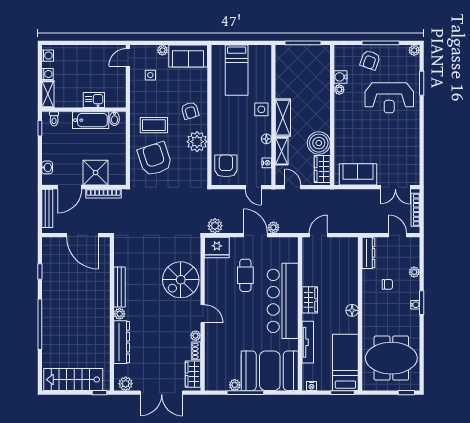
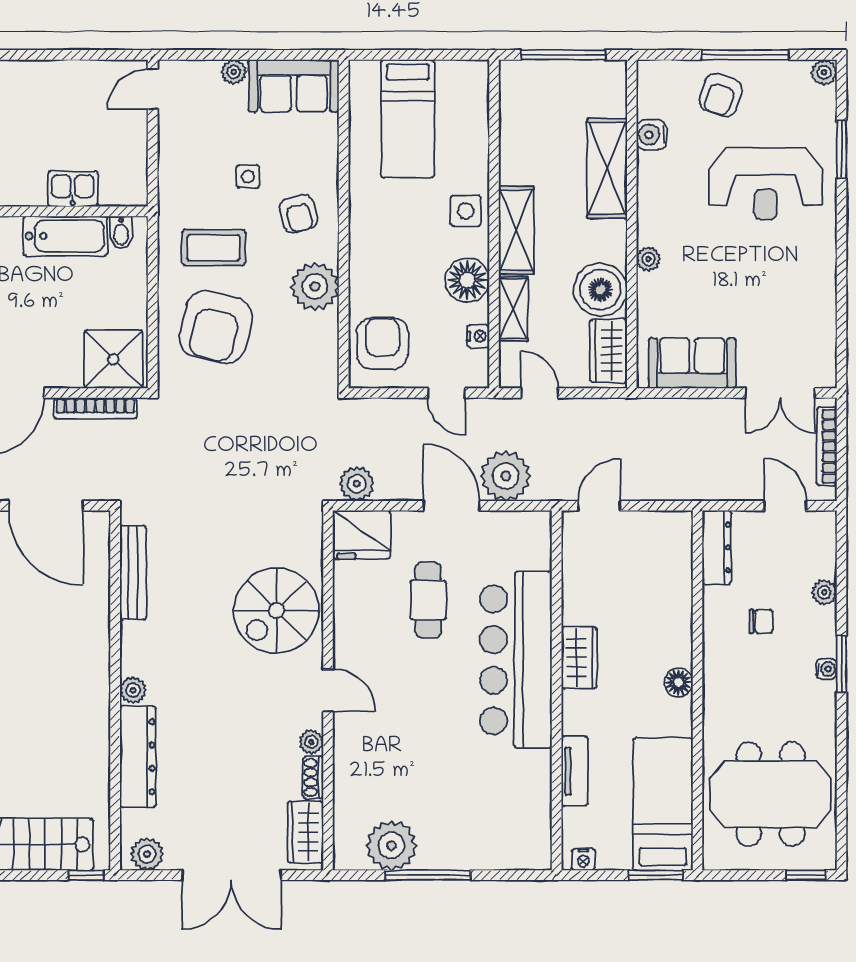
side table: (150, 75) -> (248, 176), moved
plant: (339, 90) -> (648, 259), moved
shelving: (322, 91) -> (607, 168), added
floor lamp: (266, 139) -> (467, 280), width x1.89, depth x1.89
armchair: (155, 159) -> (216, 327), turned -148
shower: (96, 173) -> (113, 359), moved
plant: (273, 227) -> (506, 476), width x1.88, depth x1.88
bench: (120, 287) -> (133, 573), moved
tv unit: (308, 342) -> (575, 771), width x0.71
booth: (270, 371) -> (485, 824), removed
plant: (235, 385) -> (391, 845), width x1.88, depth x1.88

